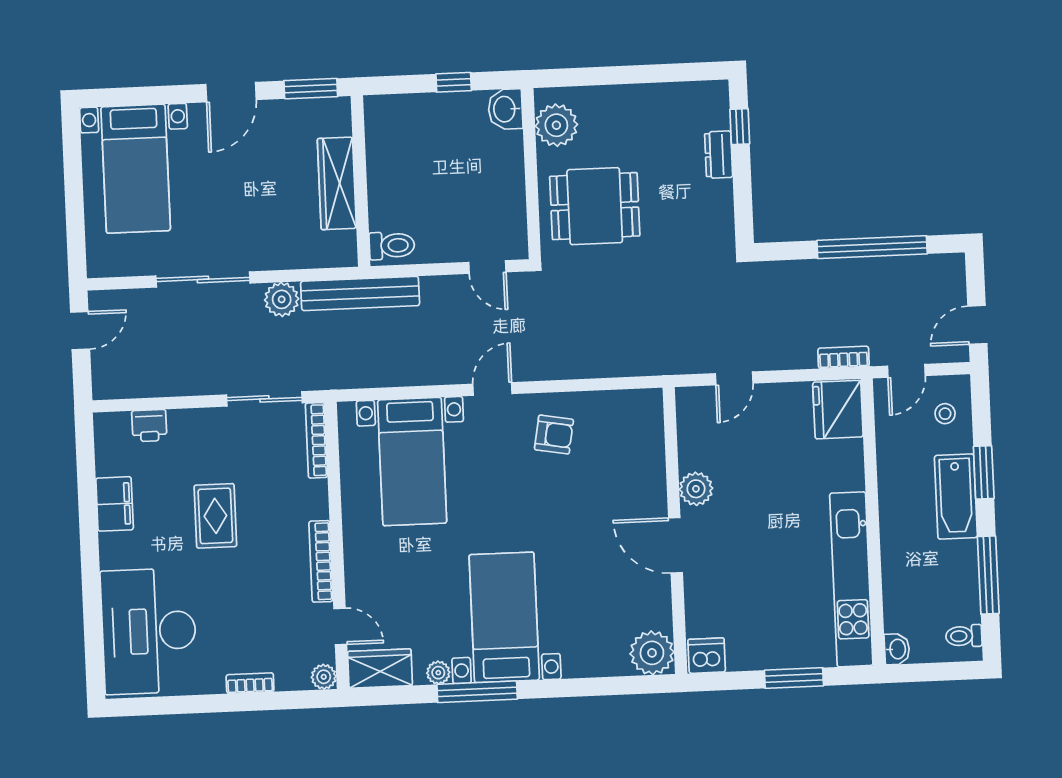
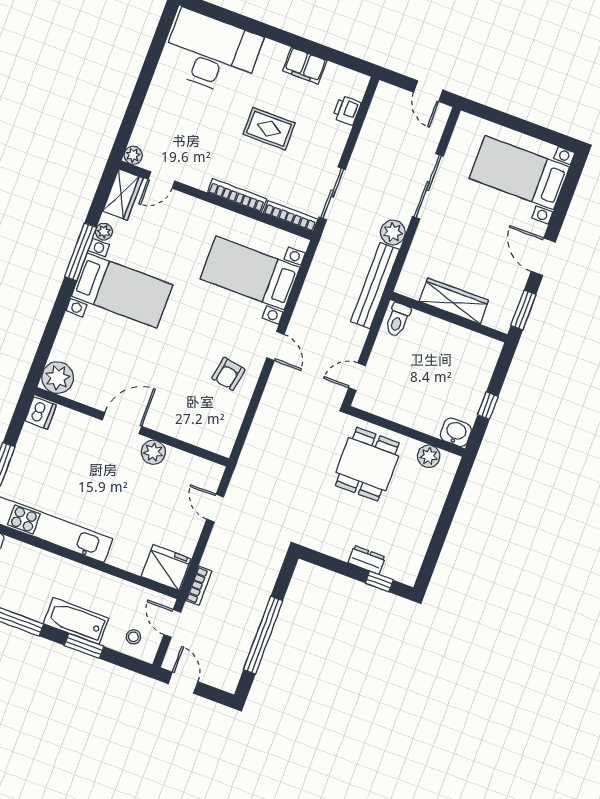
plant: (556, 125) -> (429, 456), width x0.73, depth x0.73
bookcase: (321, 561) -> (237, 196), moved
bookcase: (250, 683) -> (149, 105), removed

